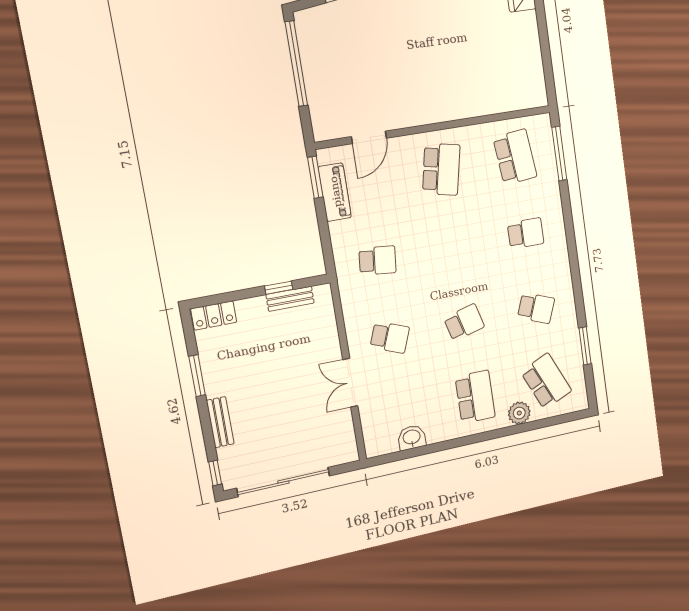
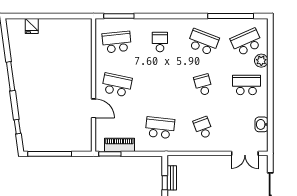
door: (369, 137) -> (93, 108), moved
school desk: (378, 260) -> (160, 128), width x1.85
school desk: (536, 308) -> (203, 42), width x1.85
school desk: (390, 337) -> (203, 128), turned -42
window: (585, 346) -> (231, 16), width x2.11
double door: (350, 383) -> (245, 153), moved

